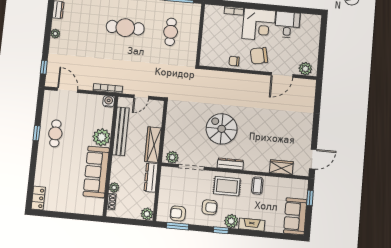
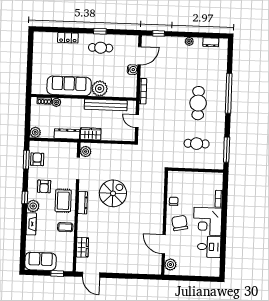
water cooler: (109, 101) -> (132, 70), moved
wardrobe: (153, 145) -> (91, 134), width x0.67
locker: (38, 198) -> (68, 38), moved

